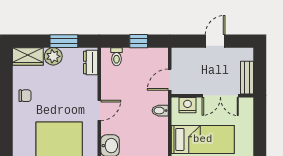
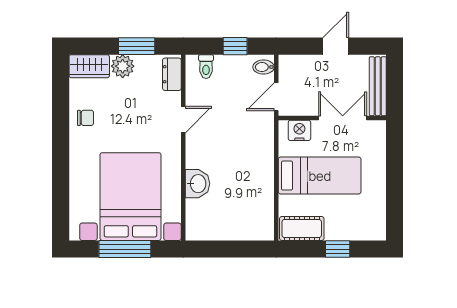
bench: (247, 78) -> (378, 86), width x1.36
double door: (220, 96) -> (343, 118), swing flipped
door: (99, 110) -> (183, 120), moved
bidet: (160, 111) -> (263, 67), moved

